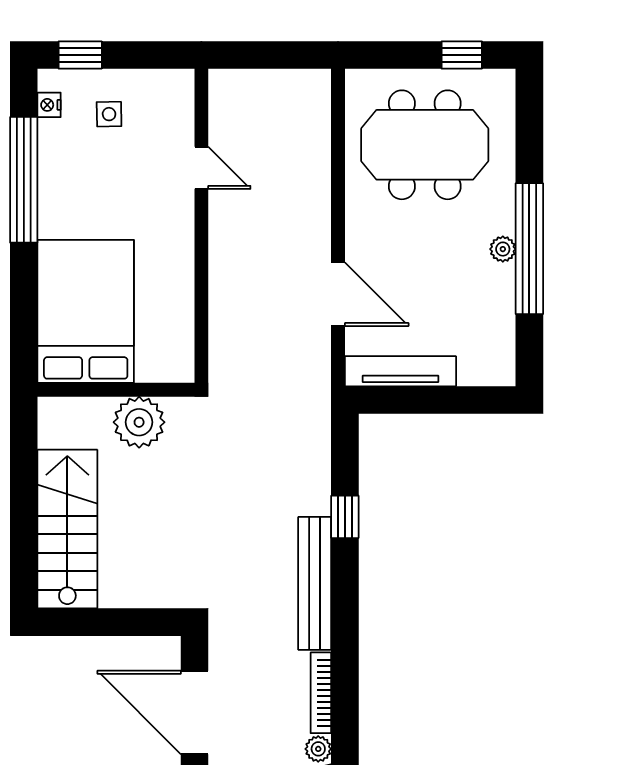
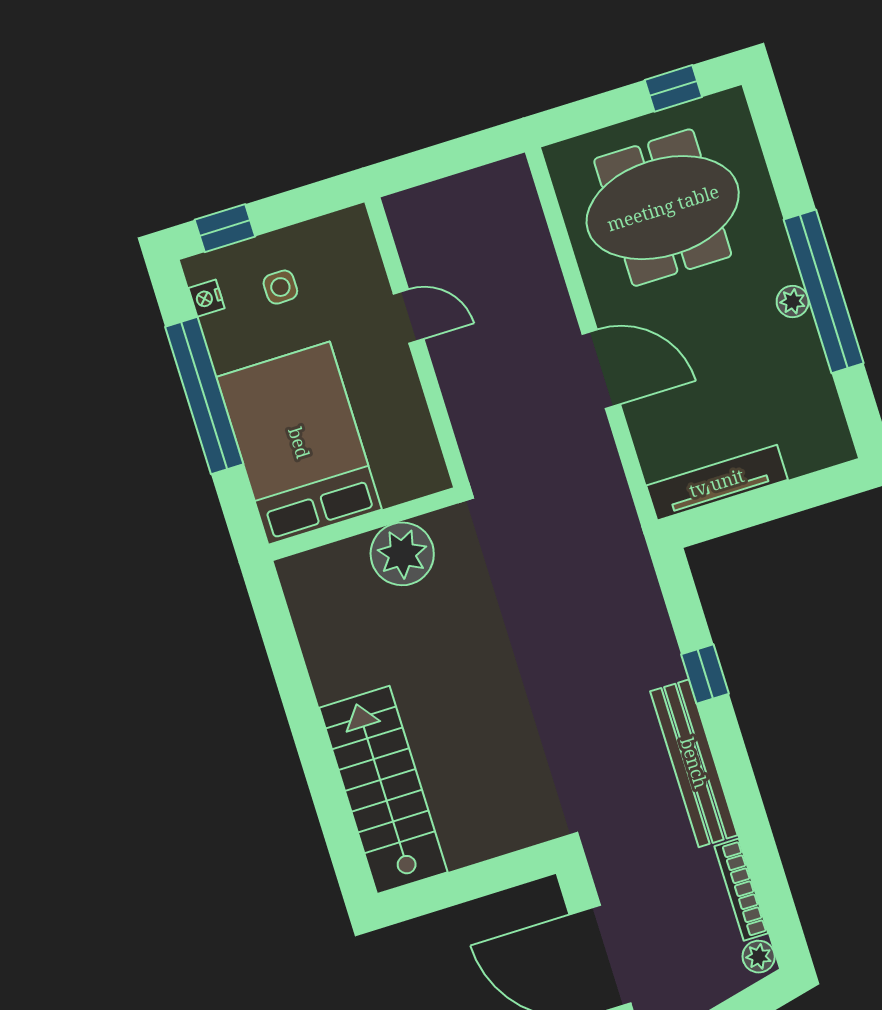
door: (338, 294) -> (601, 369), moved
bed: (86, 311) -> (299, 443), moved
wall: (116, 390) -> (363, 524), moved
plant: (139, 422) -> (402, 554), moved

